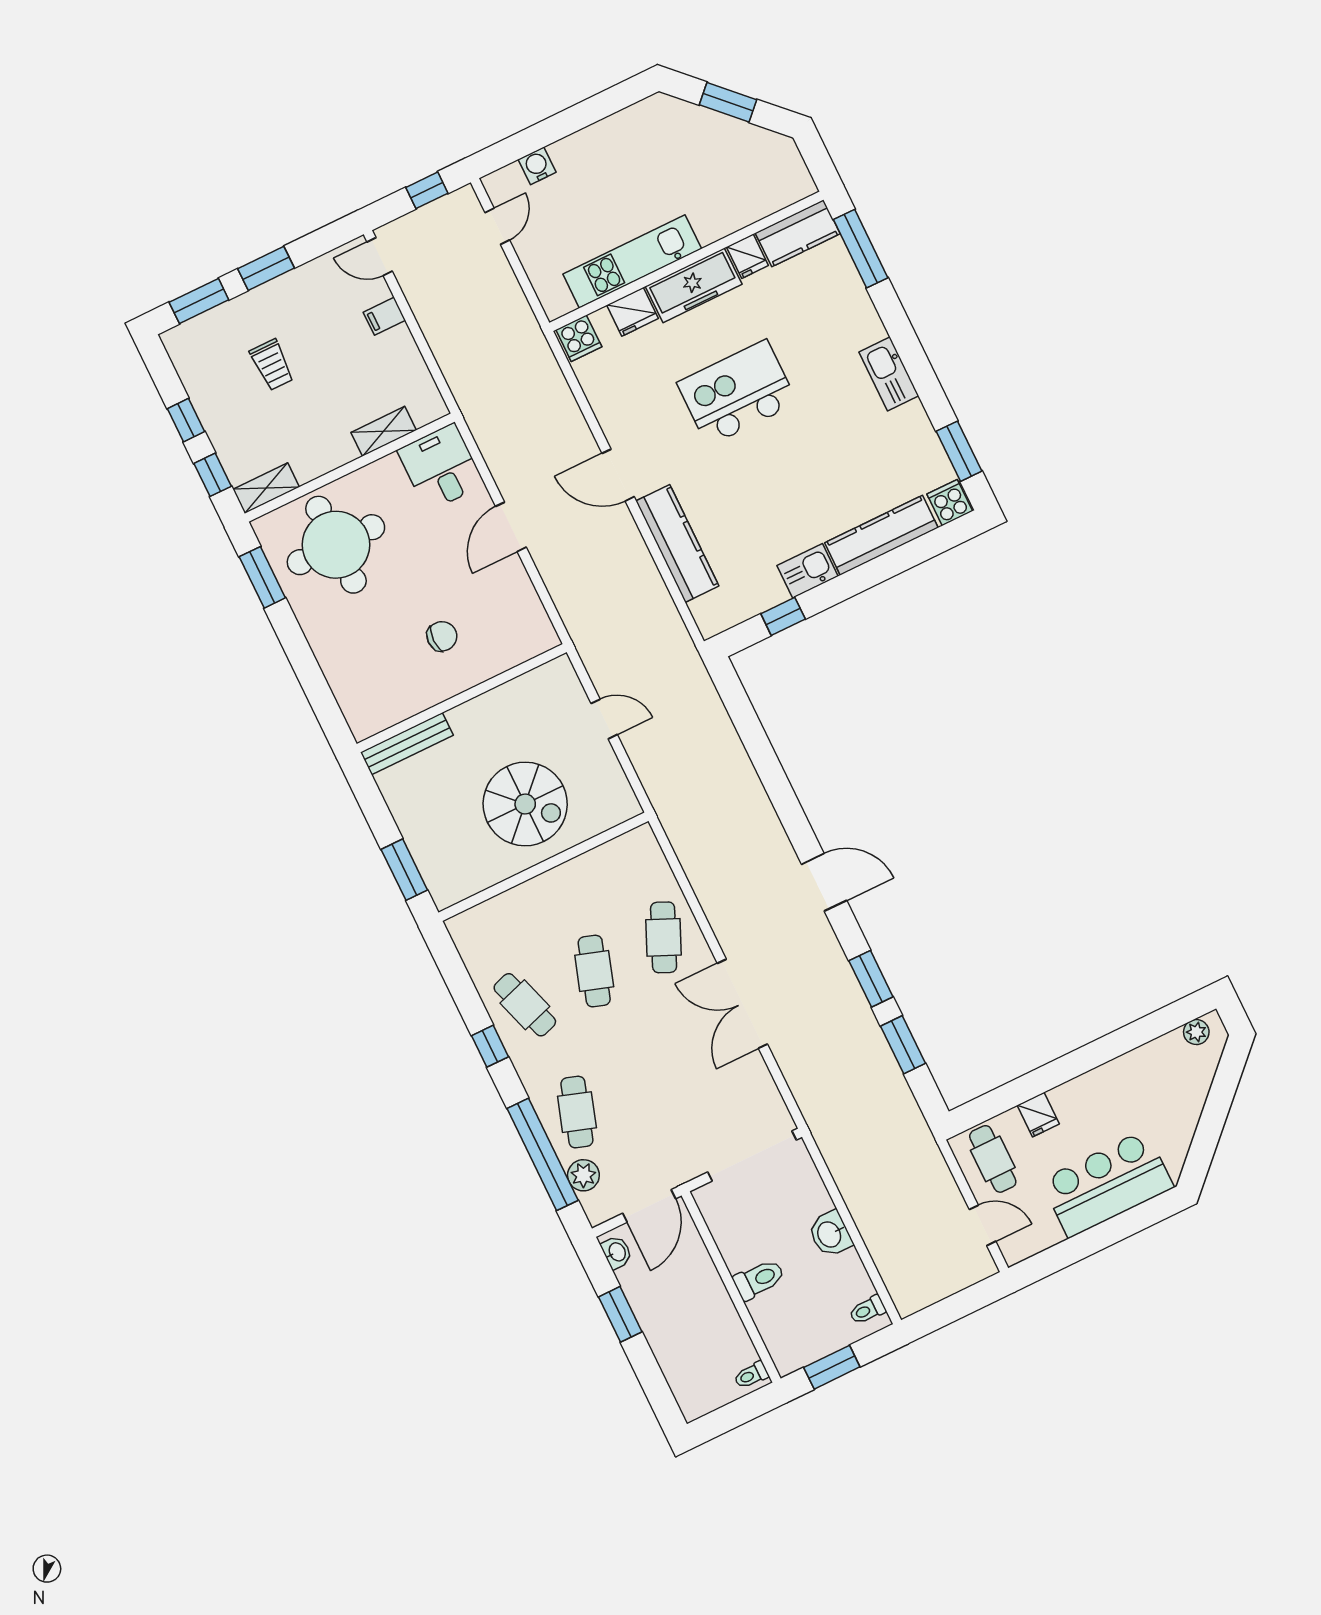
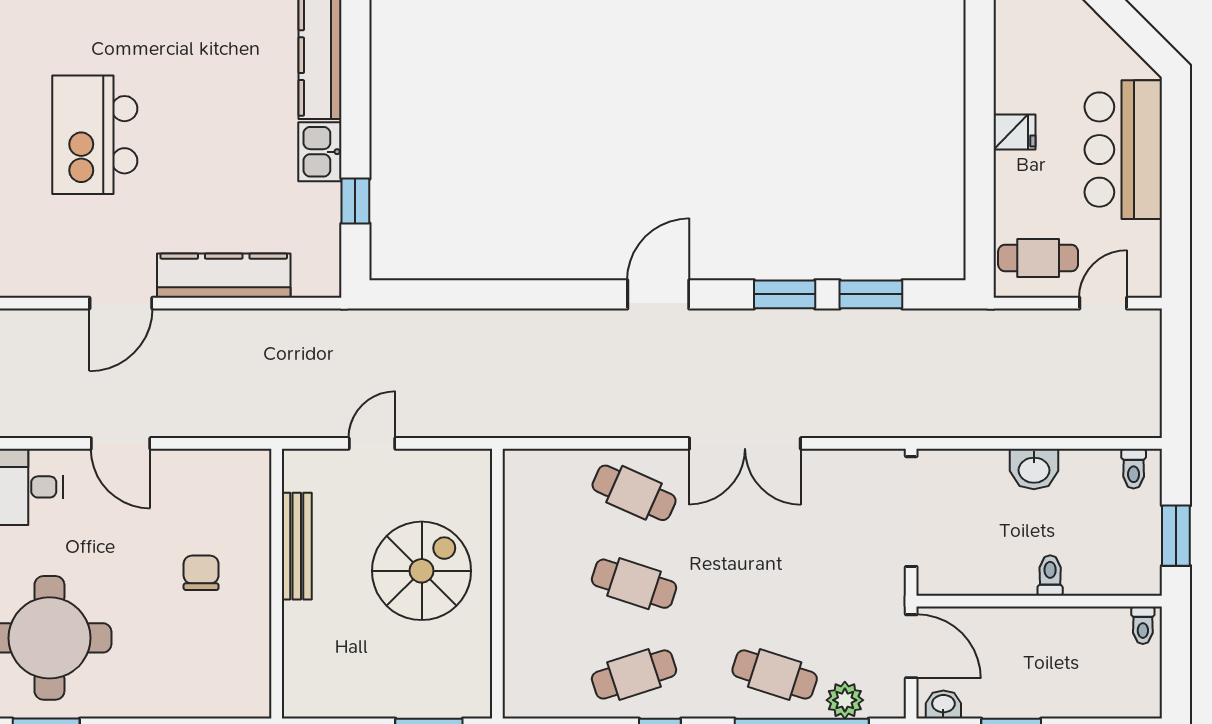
bench: (407, 744) -> (297, 546), moved
fridge: (1038, 1115) -> (1014, 132), moved
toilet: (759, 1279) -> (1050, 576), width x0.73, depth x0.72

